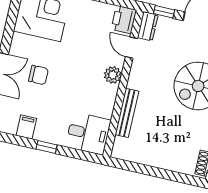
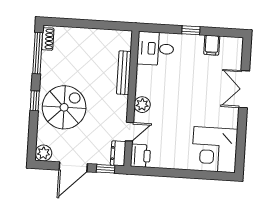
door: (131, 48) -> (129, 132), hinge flipped
chair: (38, 75) -> (209, 94), removed

